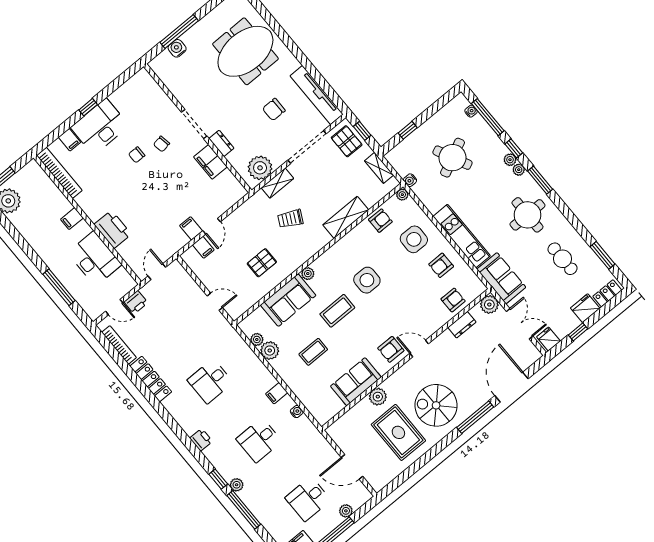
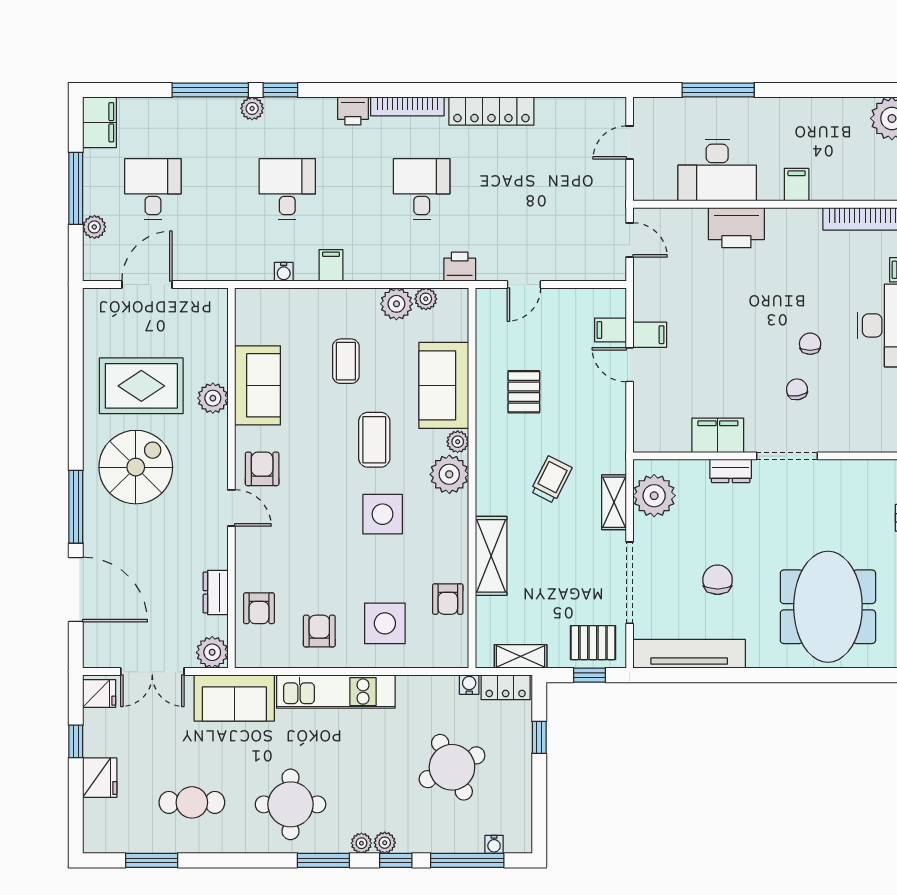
plant: (402, 195) -> (449, 474), moved, width x1.87, depth x1.87
locker: (607, 293) -> (506, 687), moved, turned 90
printer: (136, 302) -> (460, 267), moved, turned 90
bookcase: (119, 345) -> (407, 106), moved
door: (419, 349) -> (231, 508), hinge flipped

